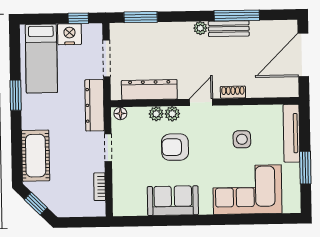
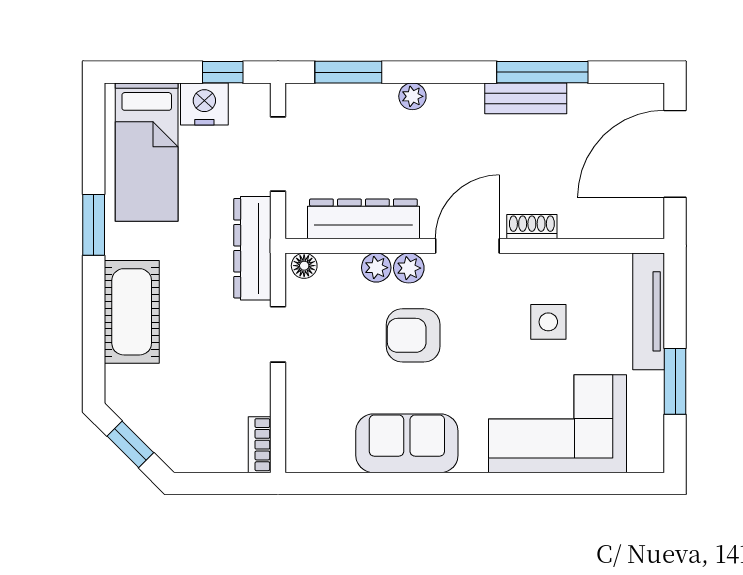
plant: (200, 28) -> (412, 96), moved
door: (201, 102) -> (467, 246), width x1.38
cot: (36, 156) -> (132, 312), moved
bookcase: (100, 187) -> (260, 445), moved

